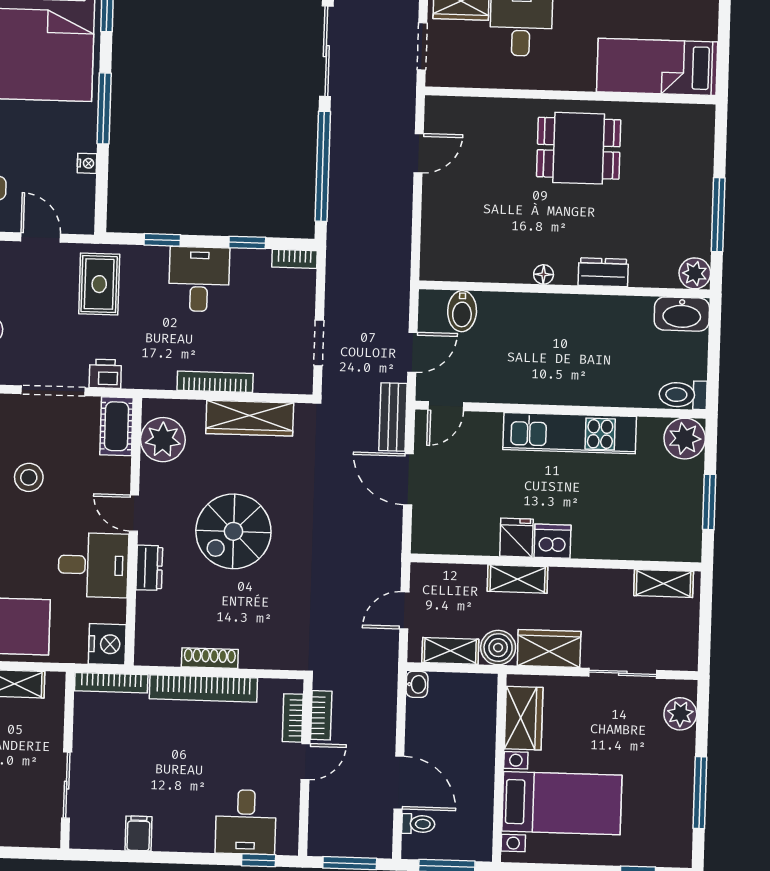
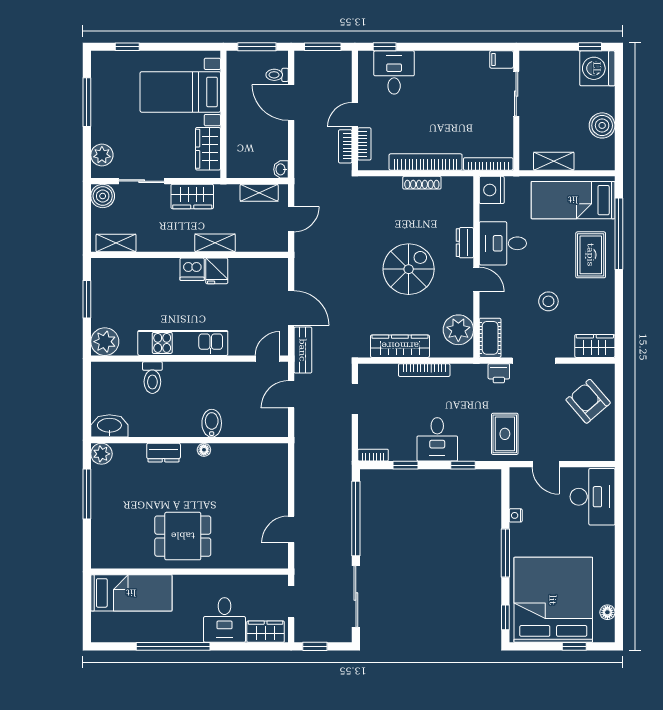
bidet: (462, 311) -> (212, 423), moved
toilet: (683, 395) -> (152, 378), moved, turned 90
boiler: (498, 648) -> (103, 196), moved
filing cabinet: (138, 833) -> (502, 59), moved, turned 90

